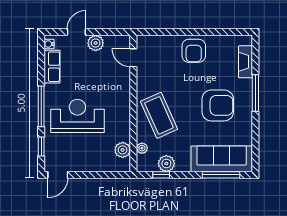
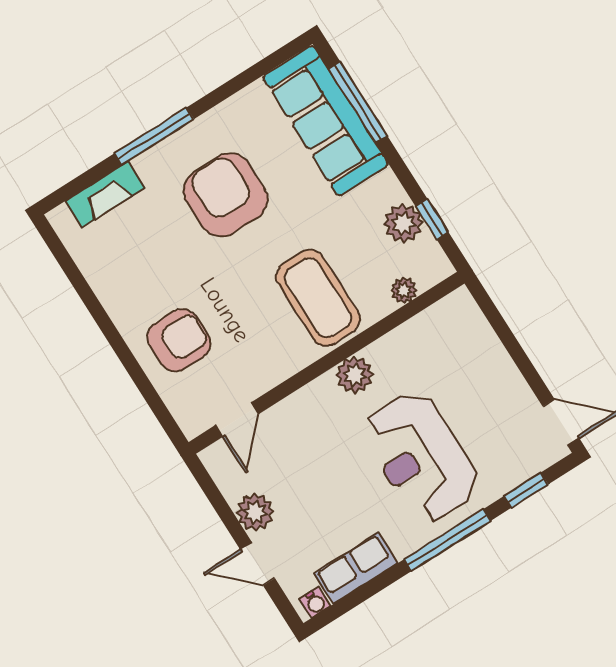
armchair: (194, 51) -> (179, 340), moved
coffee table: (159, 115) -> (318, 298), turned -66
plant: (123, 150) -> (355, 375), moved

